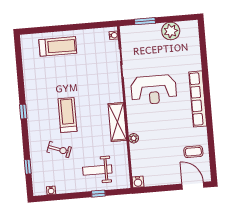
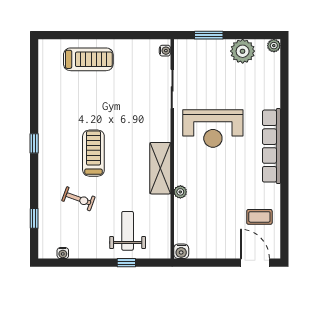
plant: (193, 25) -> (274, 46), added
weight bench: (97, 170) -> (128, 231), turned 90

